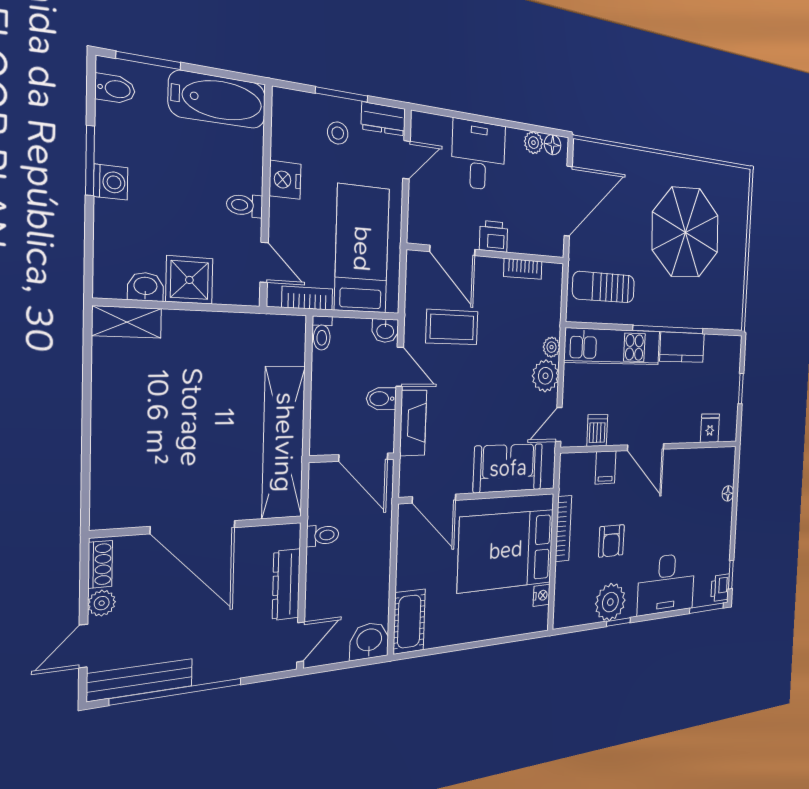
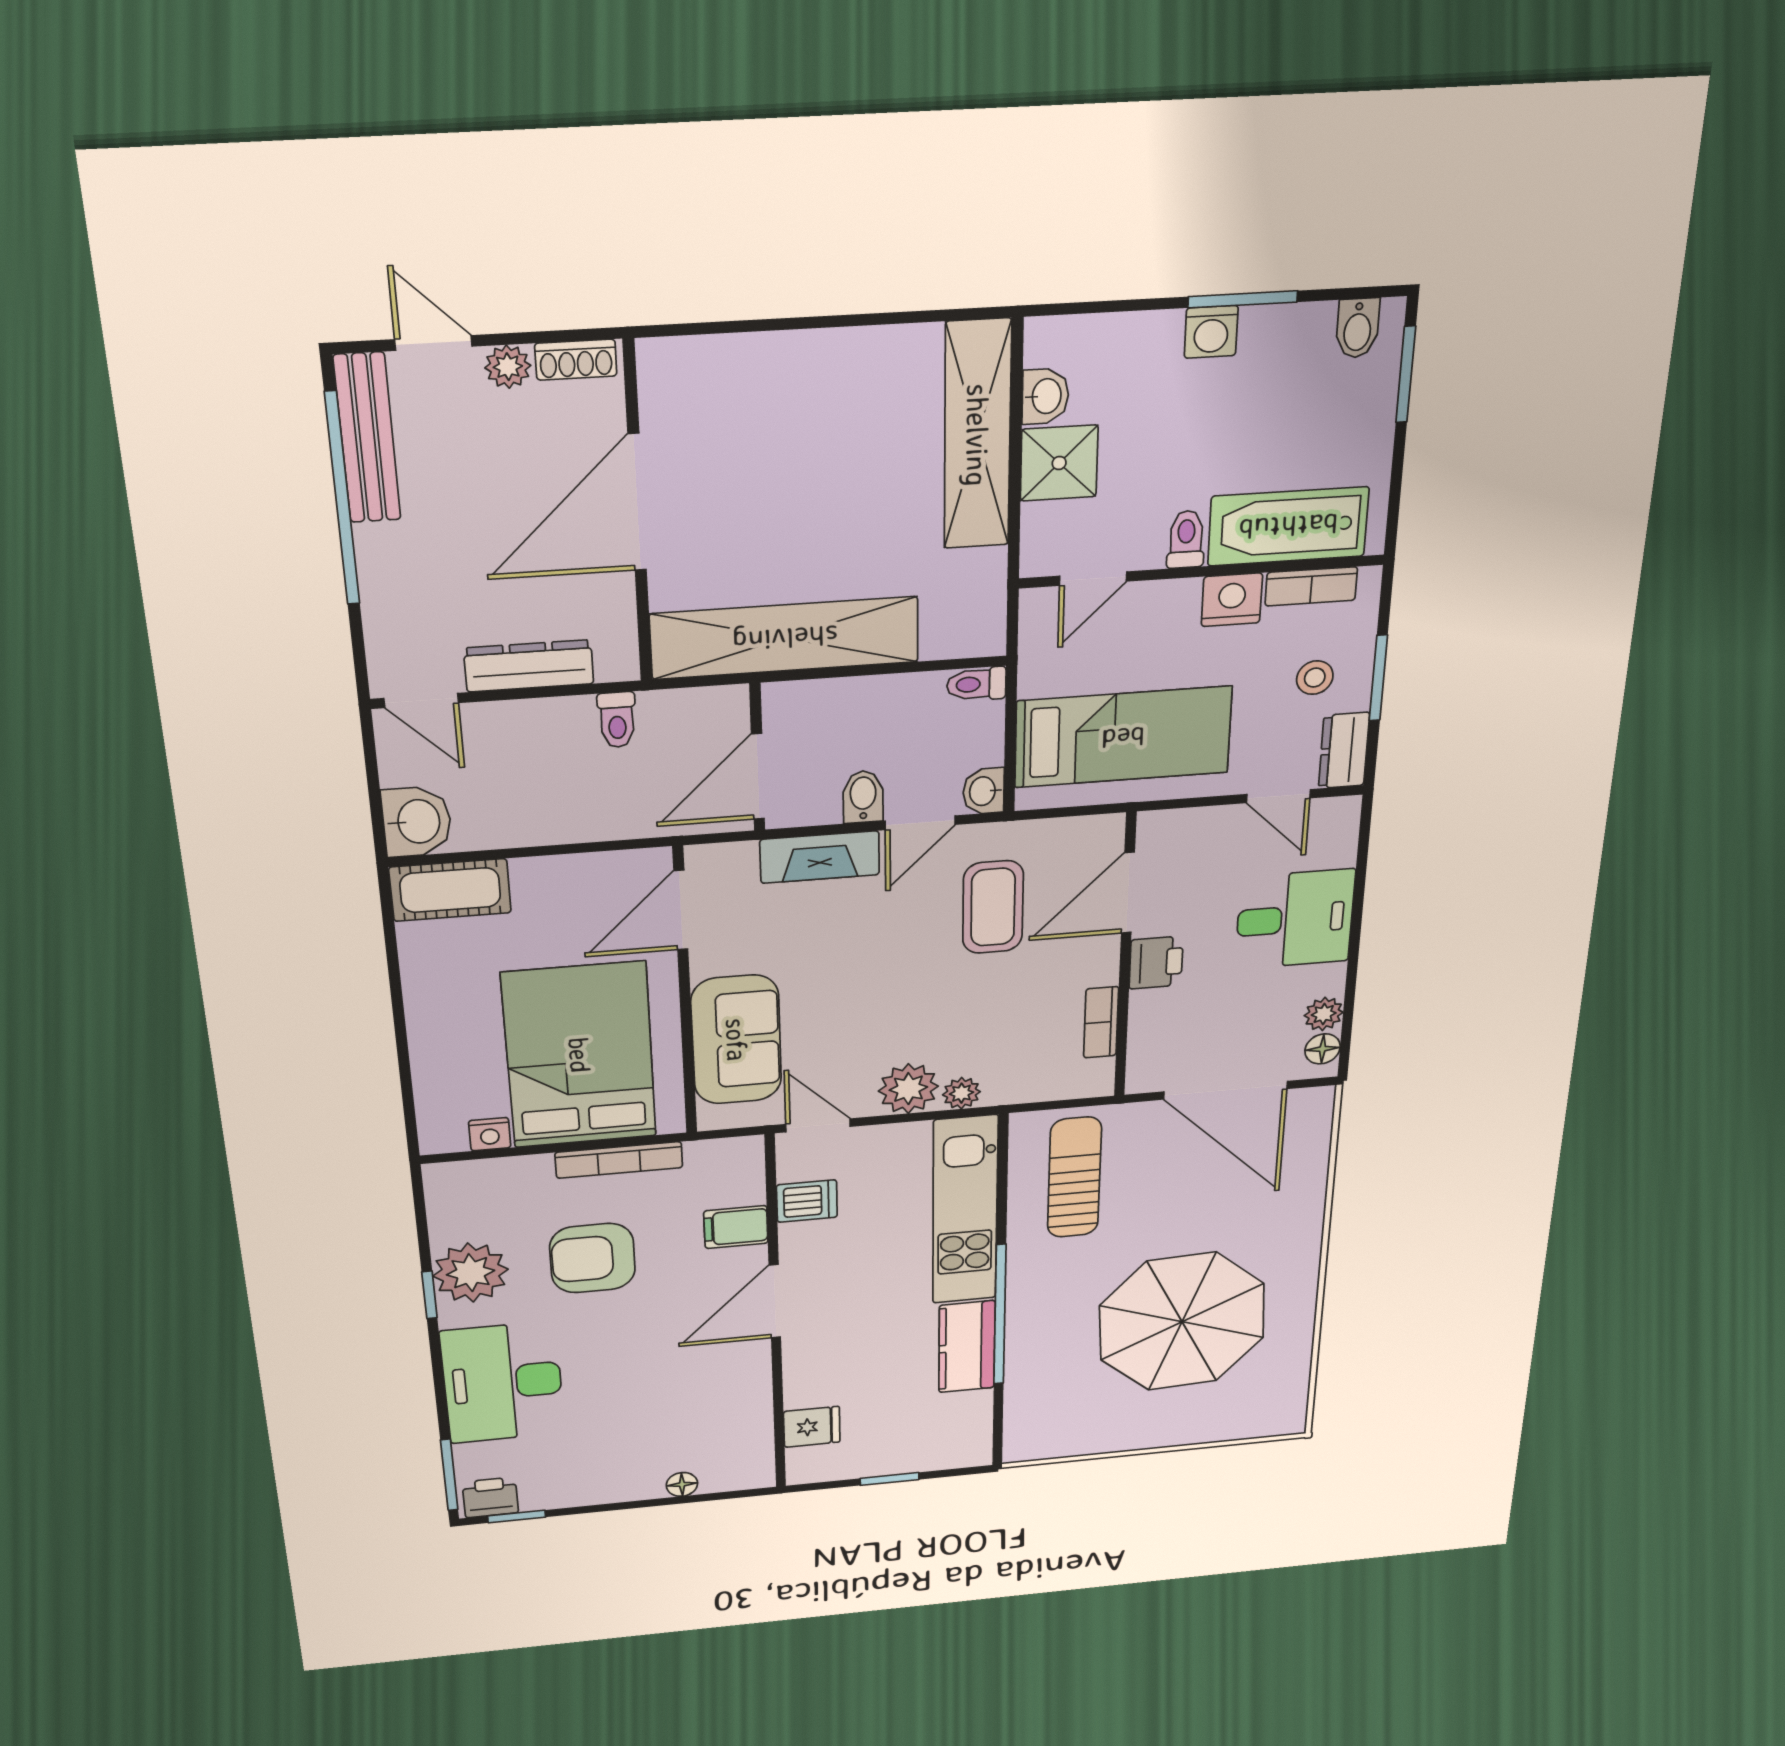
bathtub: (218, 100) -> (1288, 526), moved, turned 90
bookcase: (307, 298) -> (1311, 586), moved, turned 90
shelving: (127, 322) -> (977, 435), width x2.20, depth x1.33
armchair: (611, 541) -> (592, 1258), width x1.38, depth x1.38

